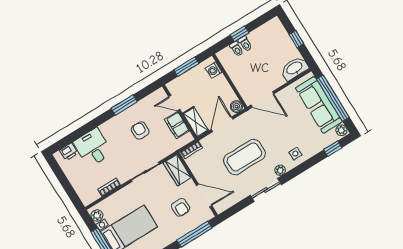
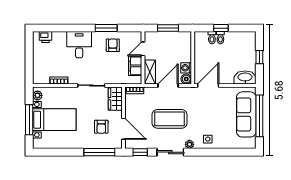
washing machine: (214, 70) -> (186, 68), moved
door: (262, 99) -> (208, 85), swing flipped
door: (174, 103) -> (143, 49), hinge flipped
plant: (341, 130) -> (251, 143), removed
armchair: (140, 131) -> (113, 45), moved
desk: (93, 147) -> (79, 45), moved
window: (333, 149) -> (140, 152), moved

